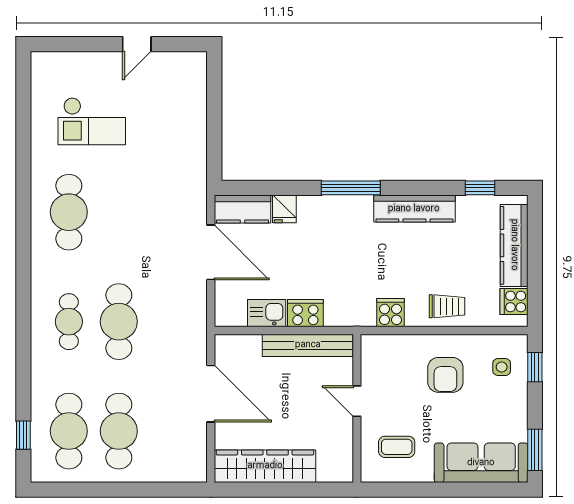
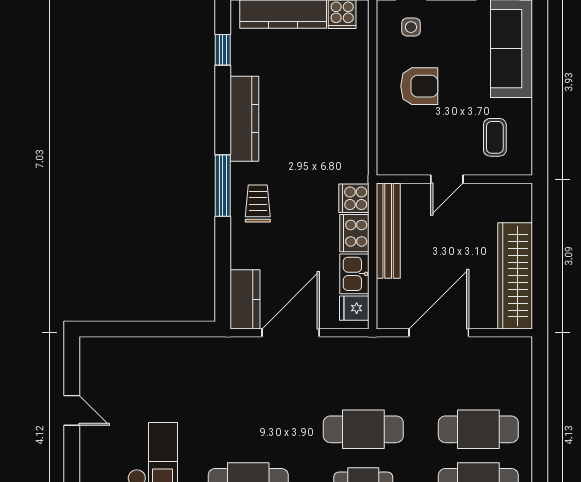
fridge: (284, 209) -> (354, 308), moved, turned 180
trolley: (447, 306) -> (258, 204), moved
cooker: (391, 313) -> (354, 198), moved

